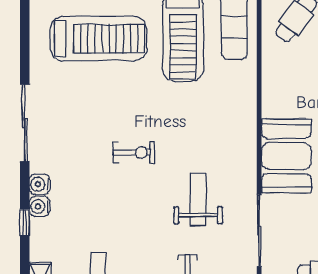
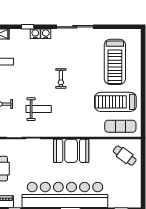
booth: (286, 156) -> (71, 151), moved

